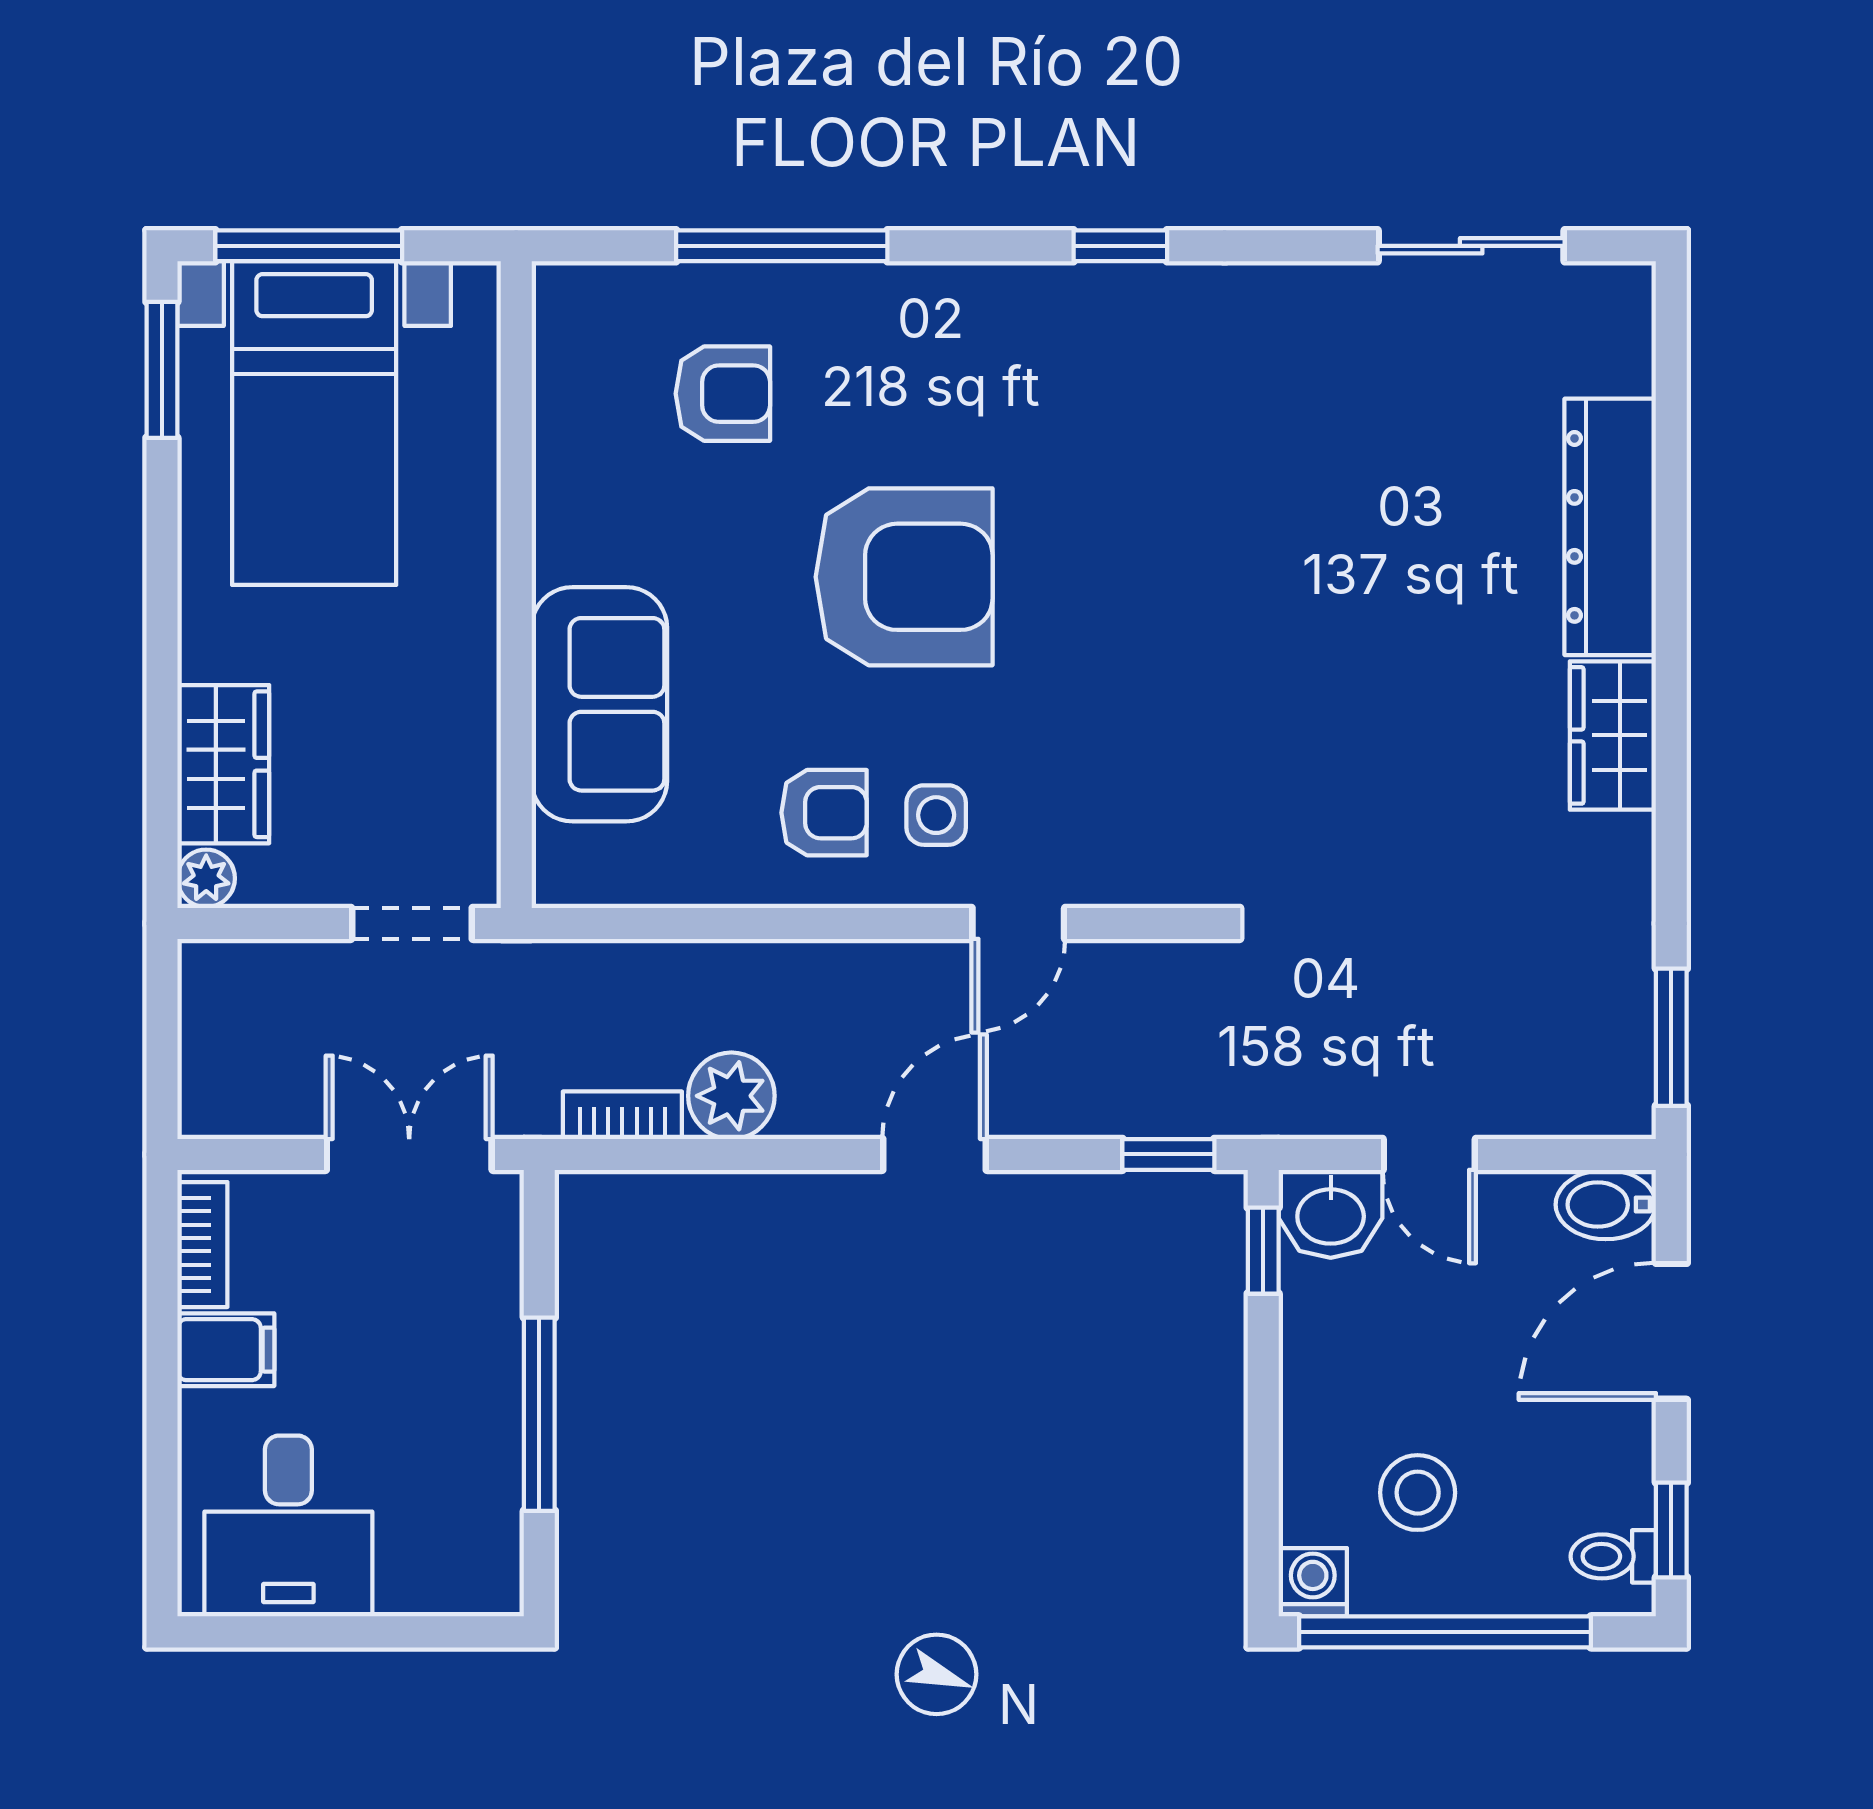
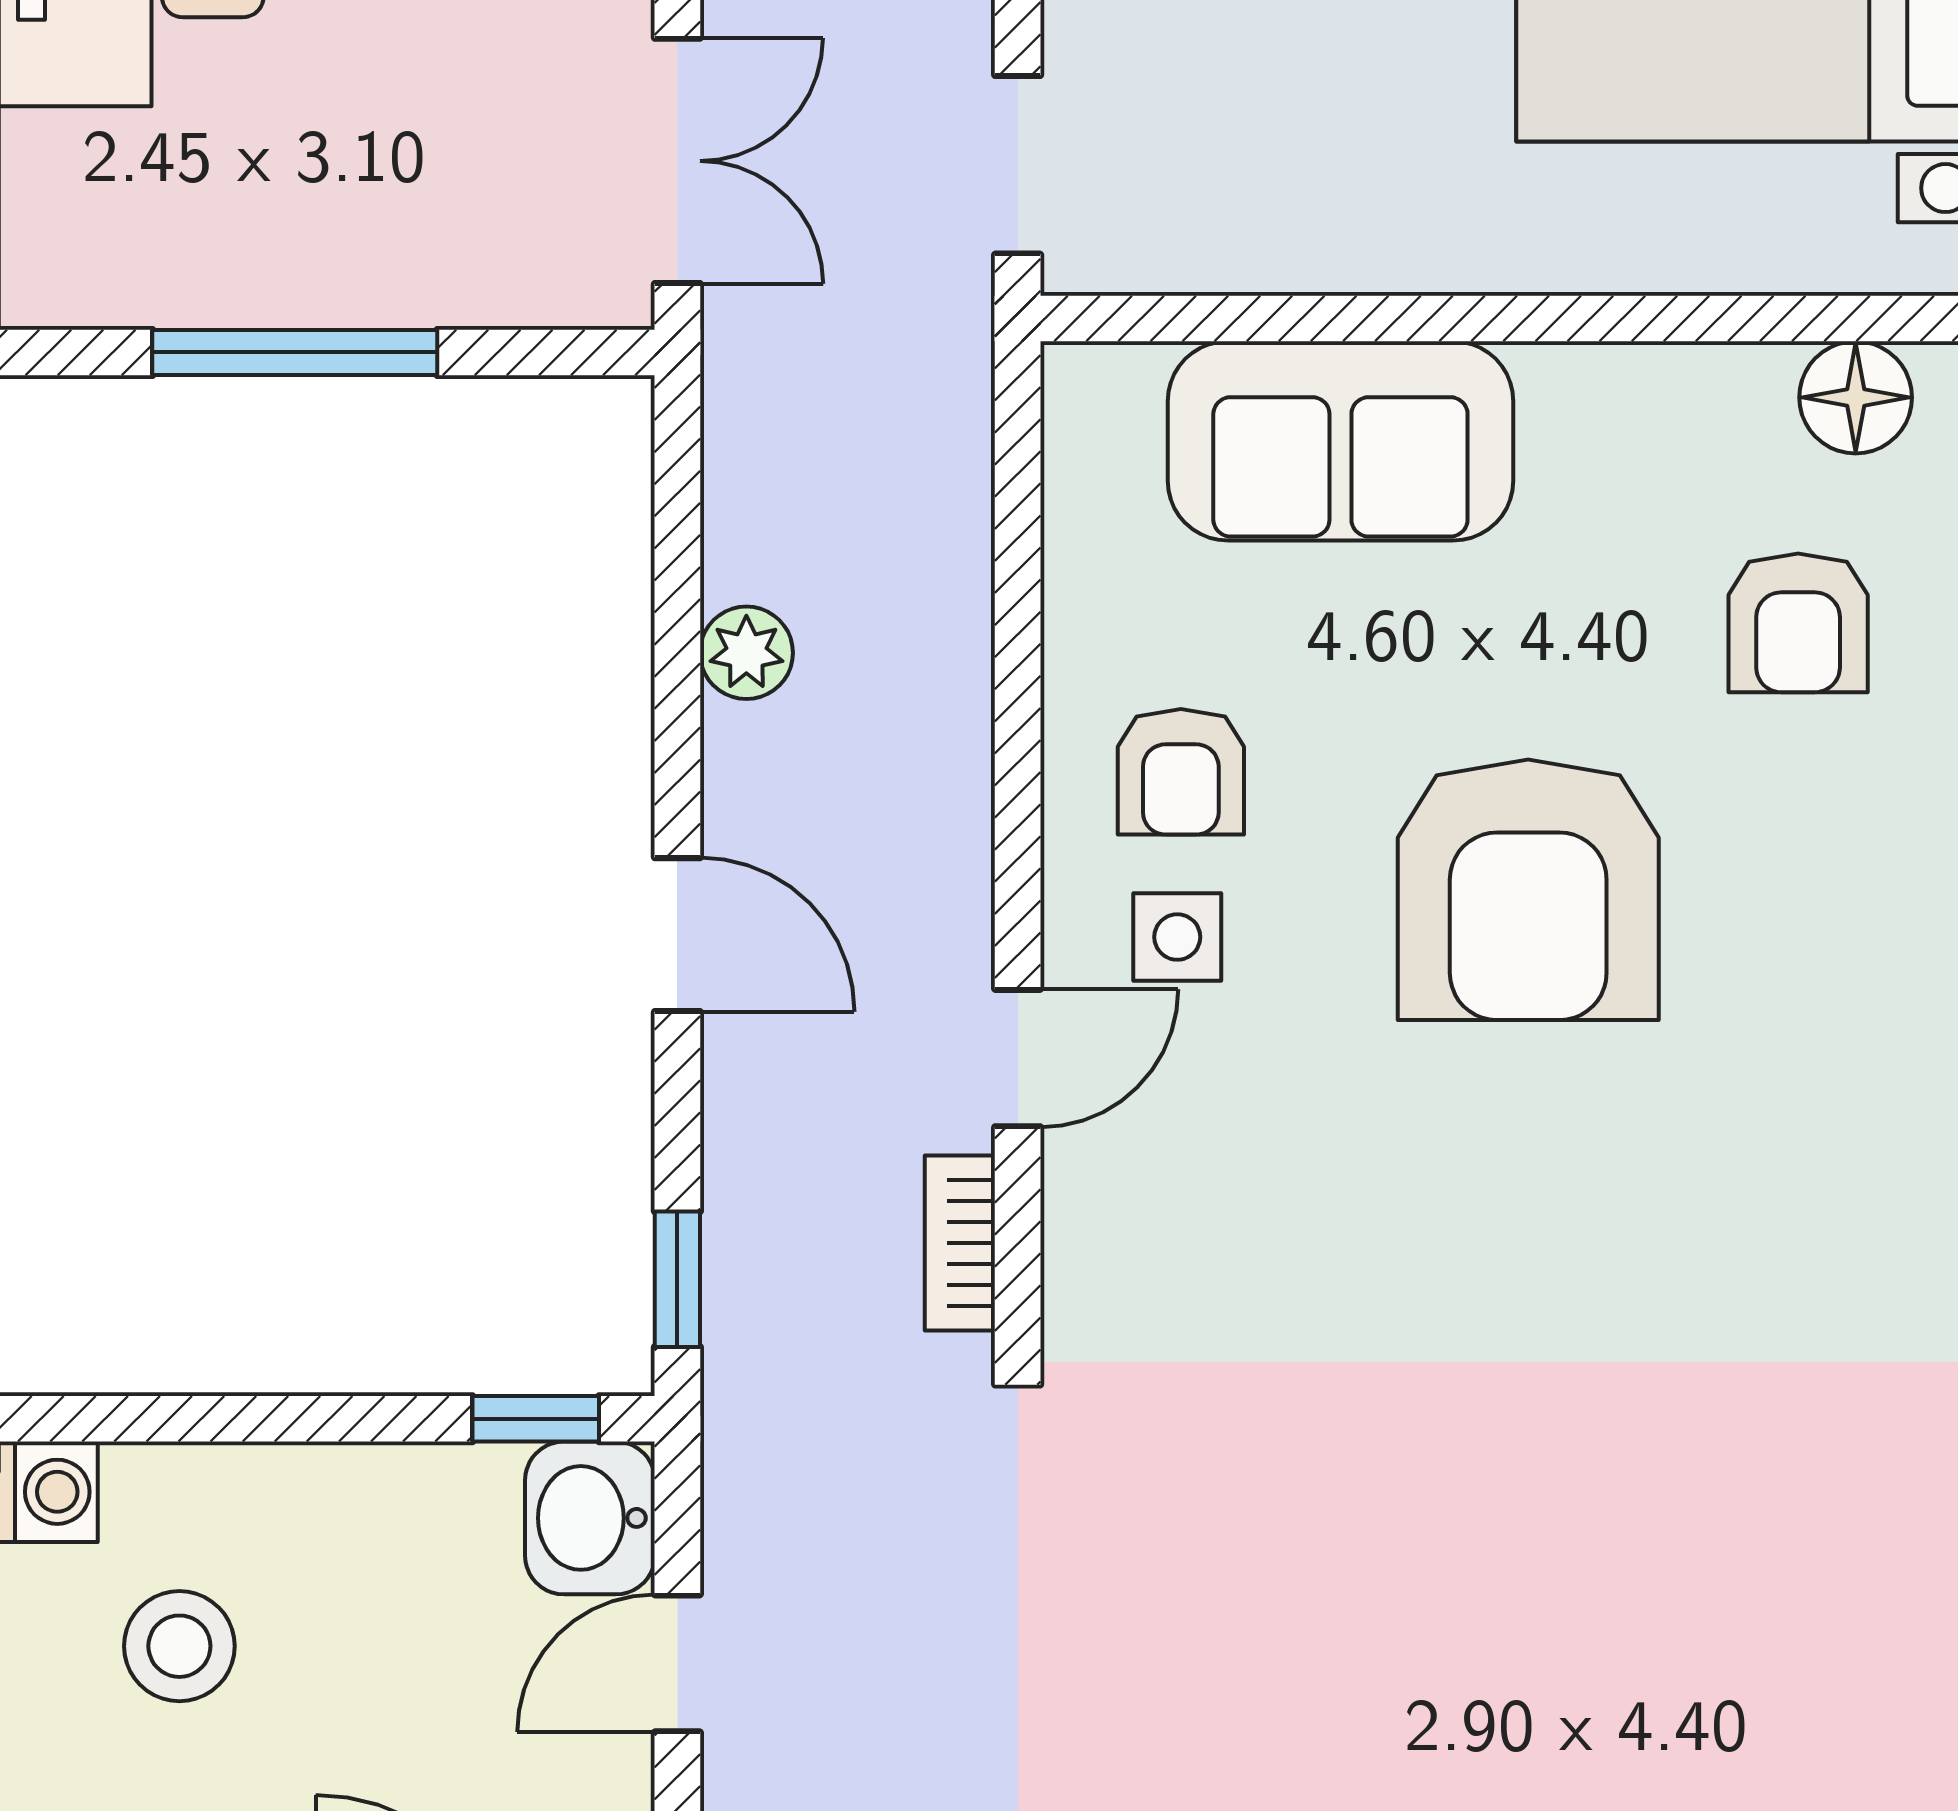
floor lamp: (570, 355) -> (1856, 397), added
door: (1018, 923) -> (1018, 1058), swing flipped
plant: (731, 1096) -> (746, 653), width x0.73, depth x0.73
bookcase: (622, 1115) -> (960, 1243), moved, turned 180

